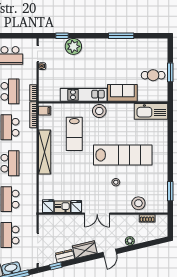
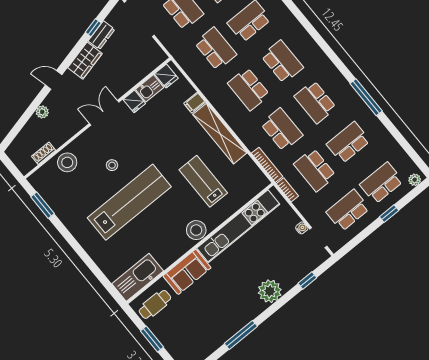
plant: (73, 46) -> (270, 291), moved
cafe table: (153, 75) -> (155, 304), moved
kitchen unit: (84, 95) -> (238, 226), width x1.36
filing cabinet: (45, 111) -> (195, 103), moved
lab bench: (123, 155) -> (129, 202), turned 180
door: (110, 253) -> (54, 80), hinge flipped
window: (56, 266) -> (93, 28), moved

